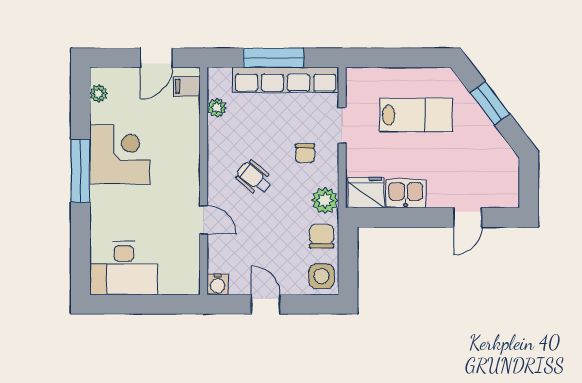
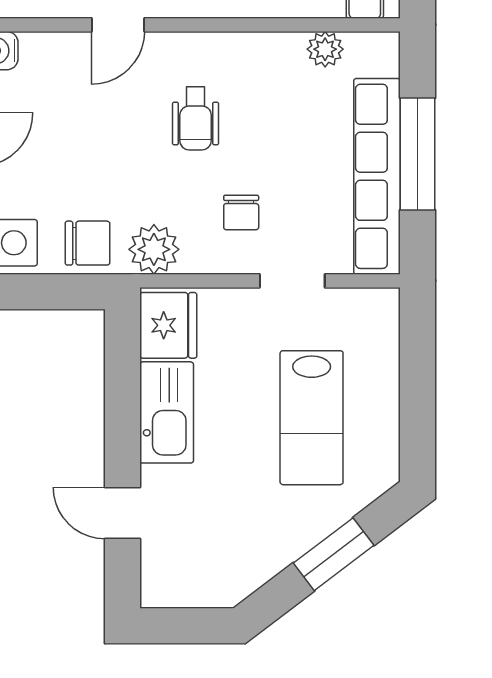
chair: (305, 153) -> (241, 212), turned -90
wheelchair: (254, 178) -> (196, 118), turned 140
kitchen sink: (406, 194) -> (167, 412), width x1.38

